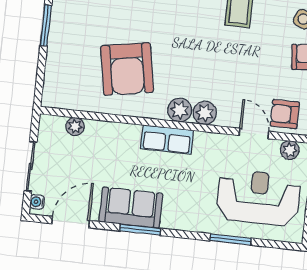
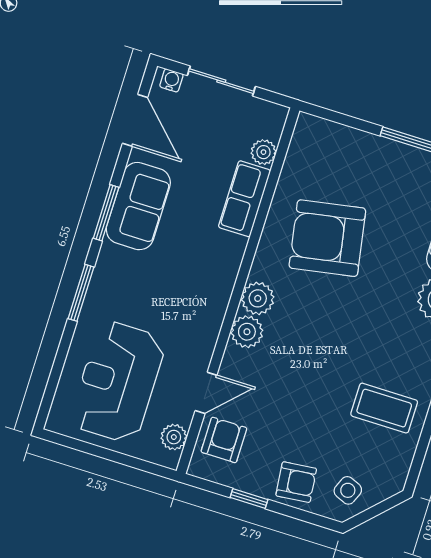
row of seats: (167, 139) -> (245, 199), moved
reception desk: (258, 198) -> (118, 382), turned 180
window: (231, 239) -> (81, 293), moved

